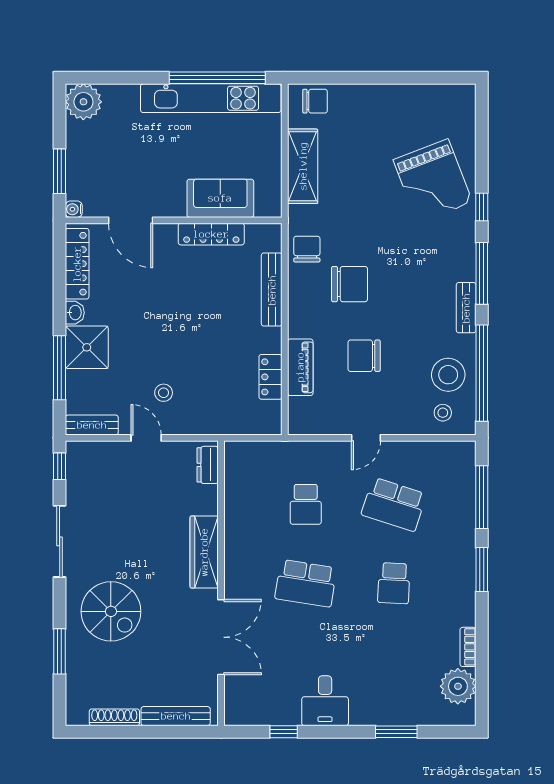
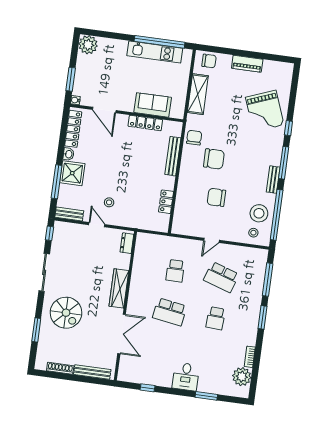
kitchen unit: (211, 98) -> (155, 52), width x0.73
piano: (300, 367) -> (247, 64), moved, turned 90
desk: (325, 701) -> (186, 377), moved

